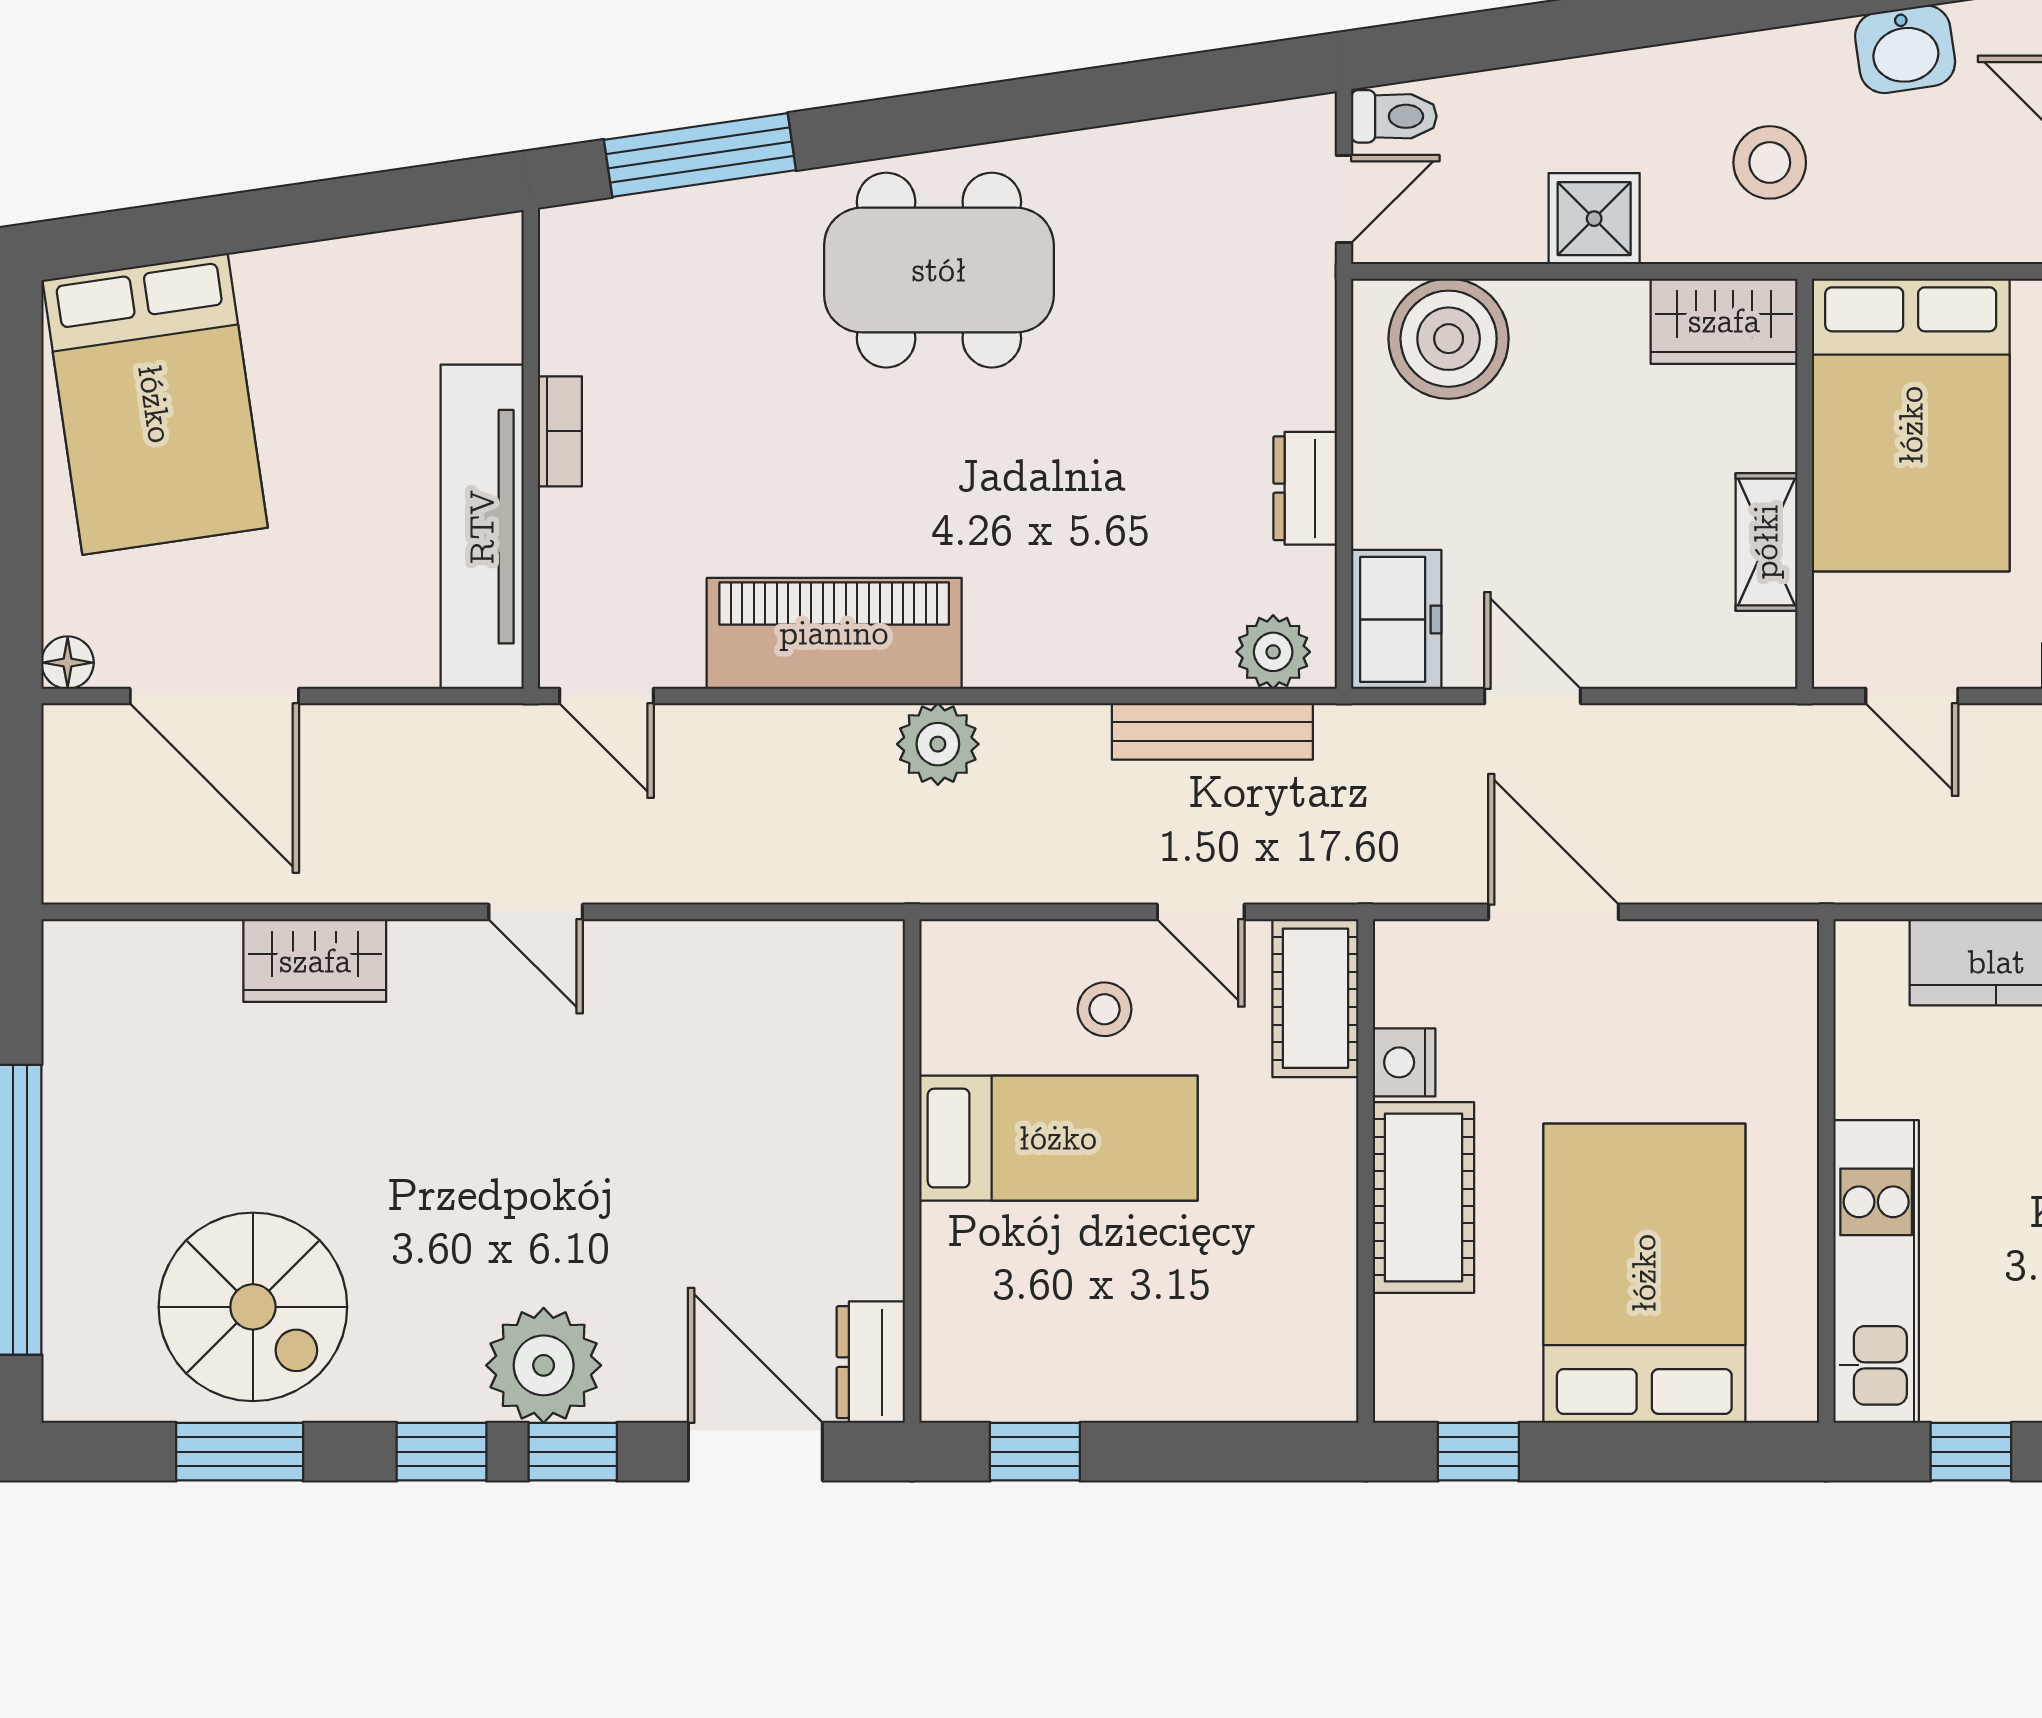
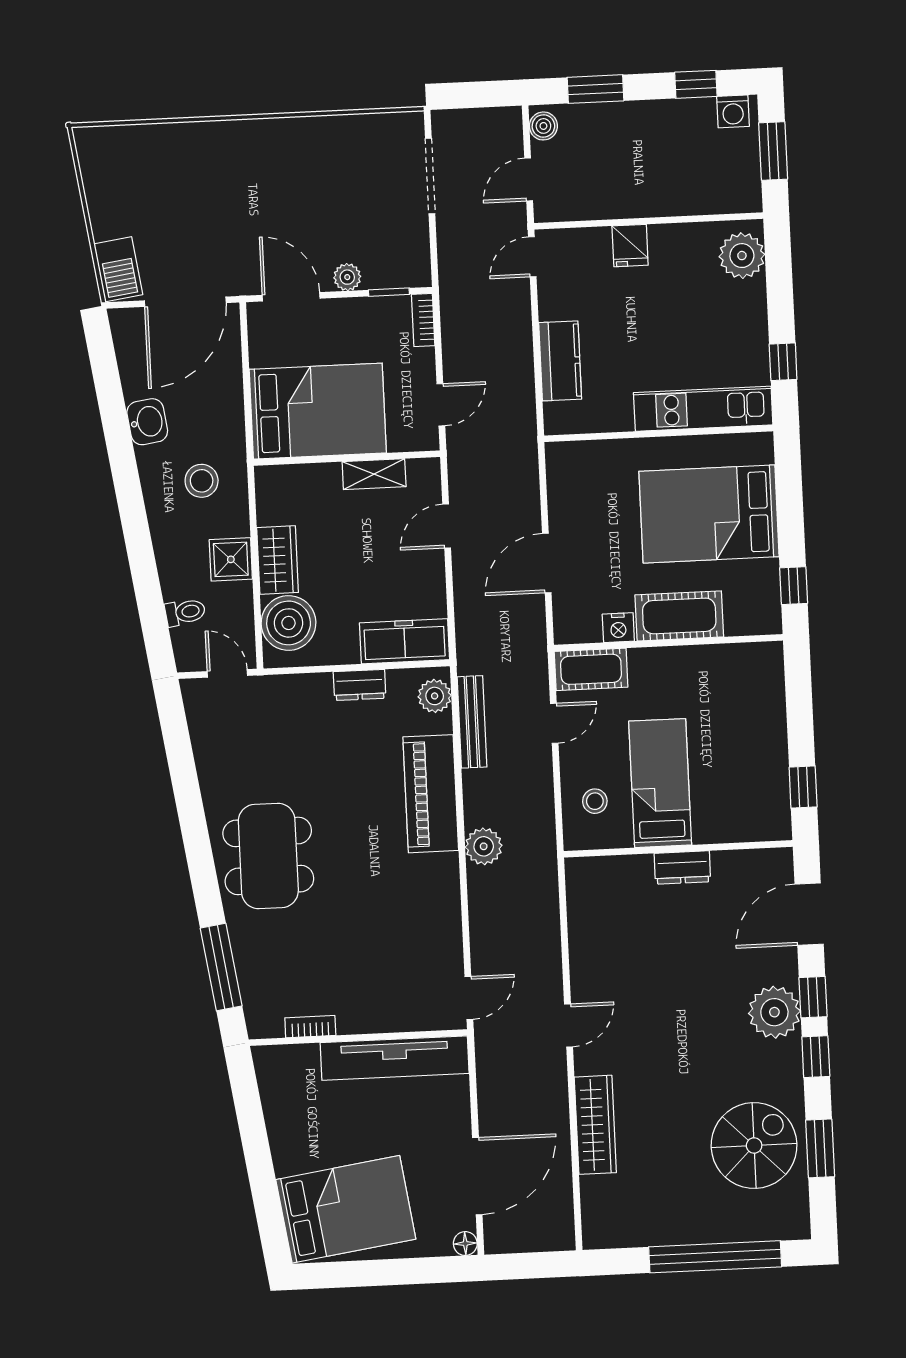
toilet: (1394, 116) -> (185, 612), moved, turned 82
wardrobe: (1724, 321) -> (278, 560), moved
bookcase: (560, 431) -> (310, 1027), moved
freezer: (1396, 619) -> (405, 641), width x1.40
piano: (834, 633) -> (431, 794), moved
door: (1533, 696) -> (447, 526), moved
wardrobe: (315, 961) -> (595, 1125), width x1.50
stool: (1105, 1009) -> (595, 801), moved
dresser: (871, 1362) -> (682, 867), moved

